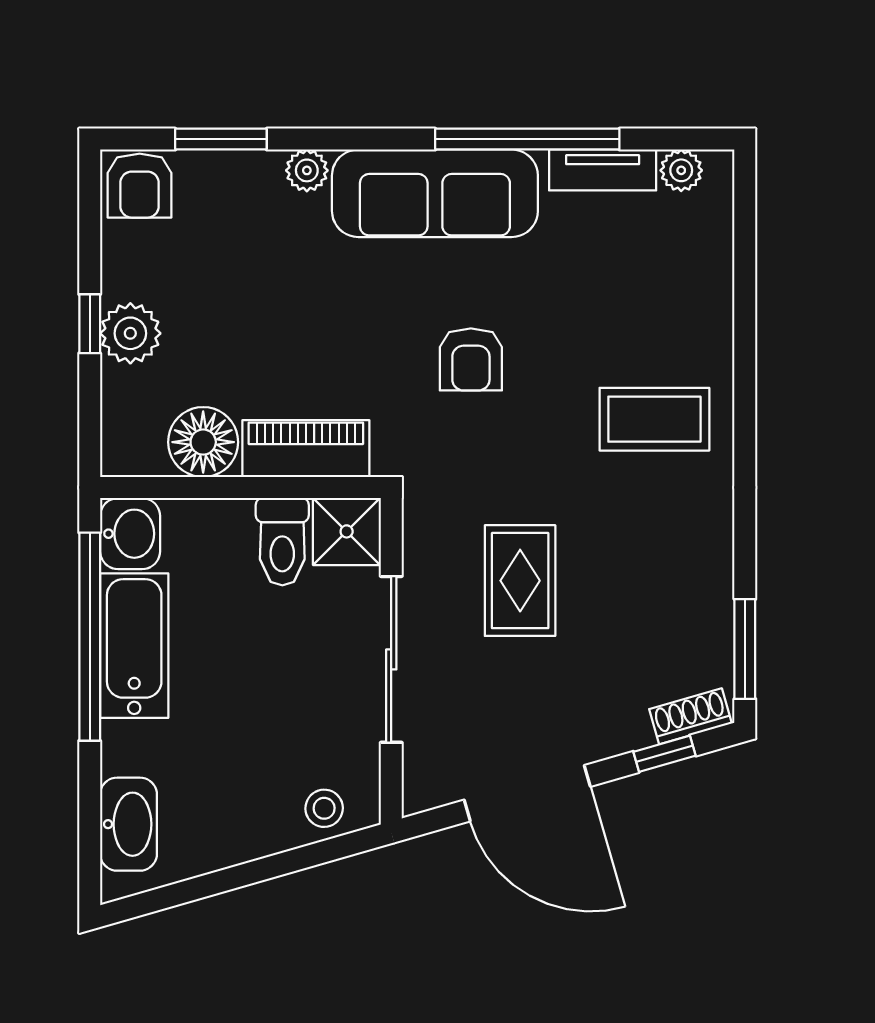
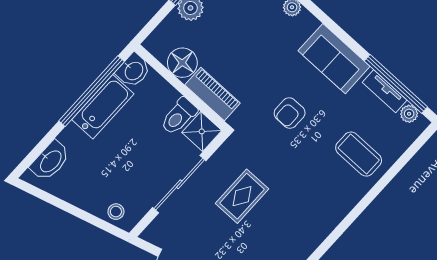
window: (527, 139) -> (396, 84), moved
sofa: (435, 193) -> (334, 59), width x0.73
coffee table: (654, 419) -> (359, 154), moved

